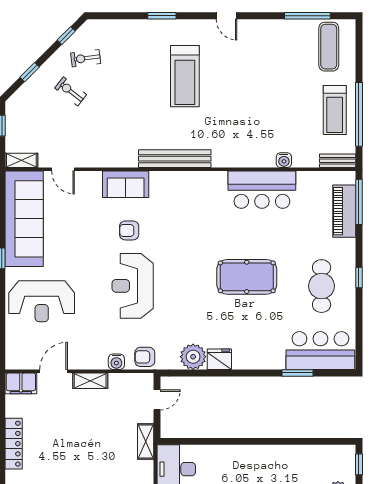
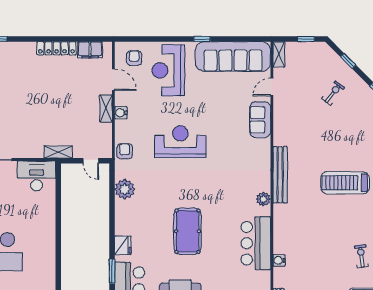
exercise bike: (86, 58) -> (361, 256), moved
plant: (206, 180) -> (263, 199), added
sofa: (126, 184) -> (260, 120), moved
armchair: (129, 230) -> (134, 58), moved
fridge: (219, 359) -> (123, 245), moved
water cooler: (116, 362) -> (121, 113), moved
filing cabinet: (21, 383) -> (90, 50), moved, turned -90

